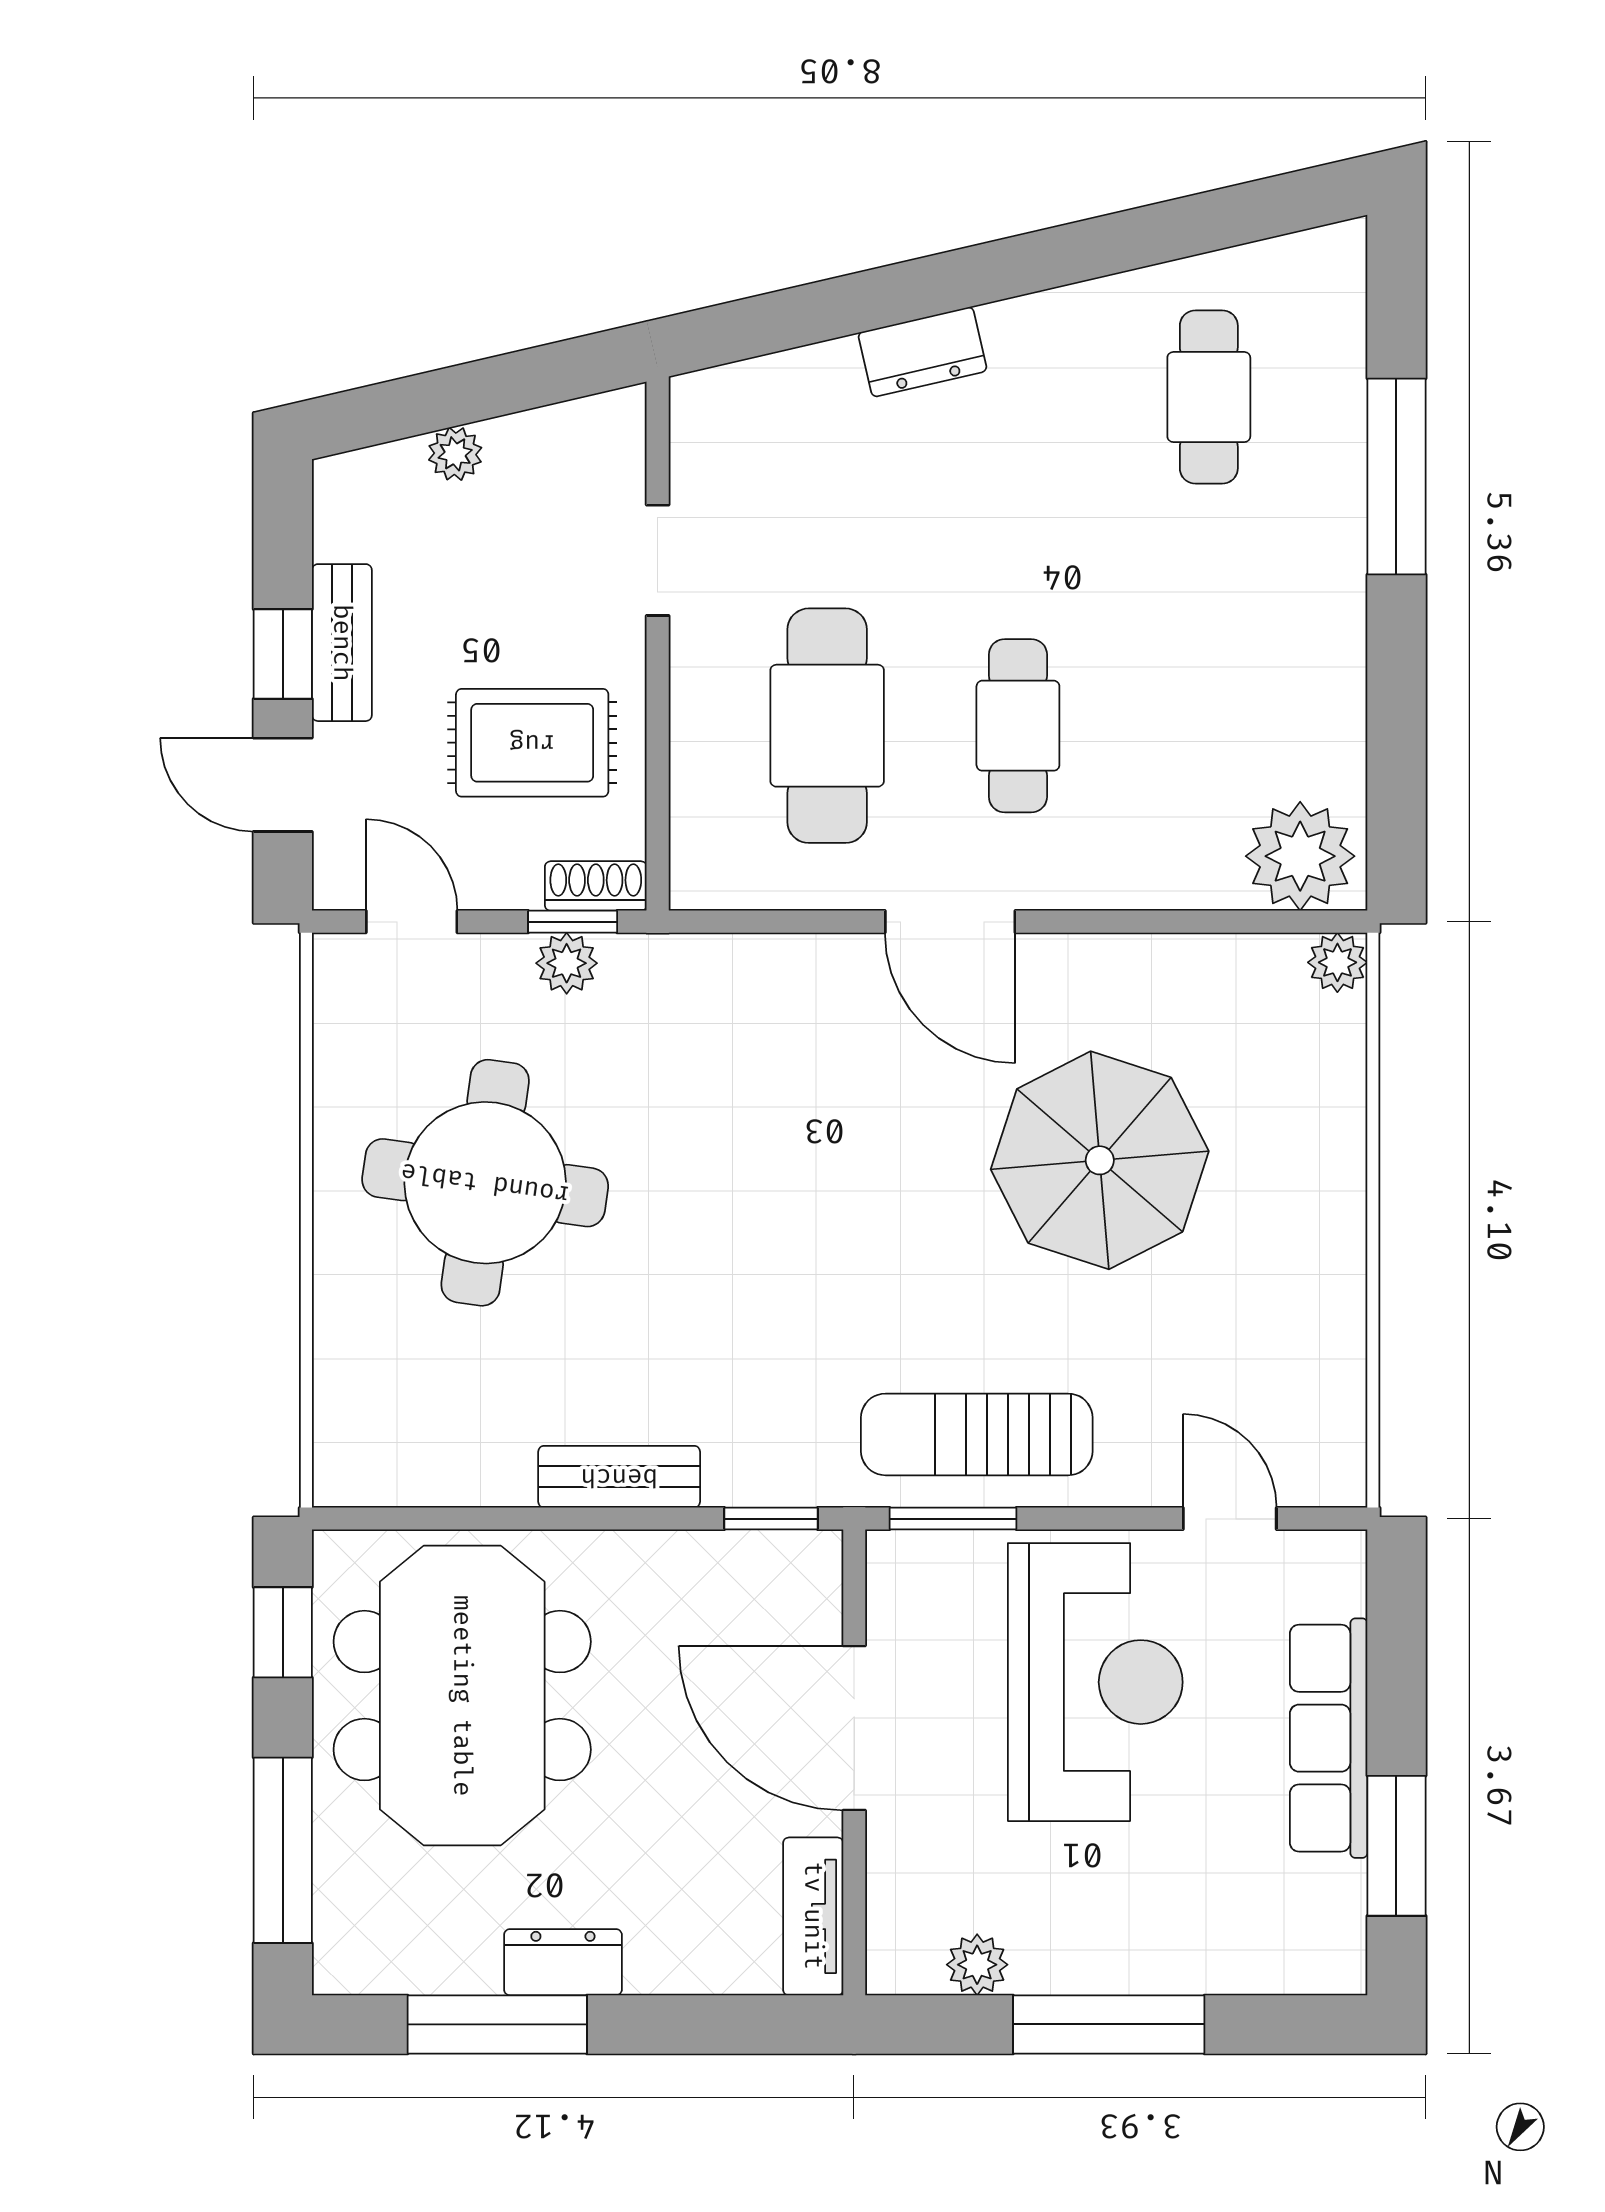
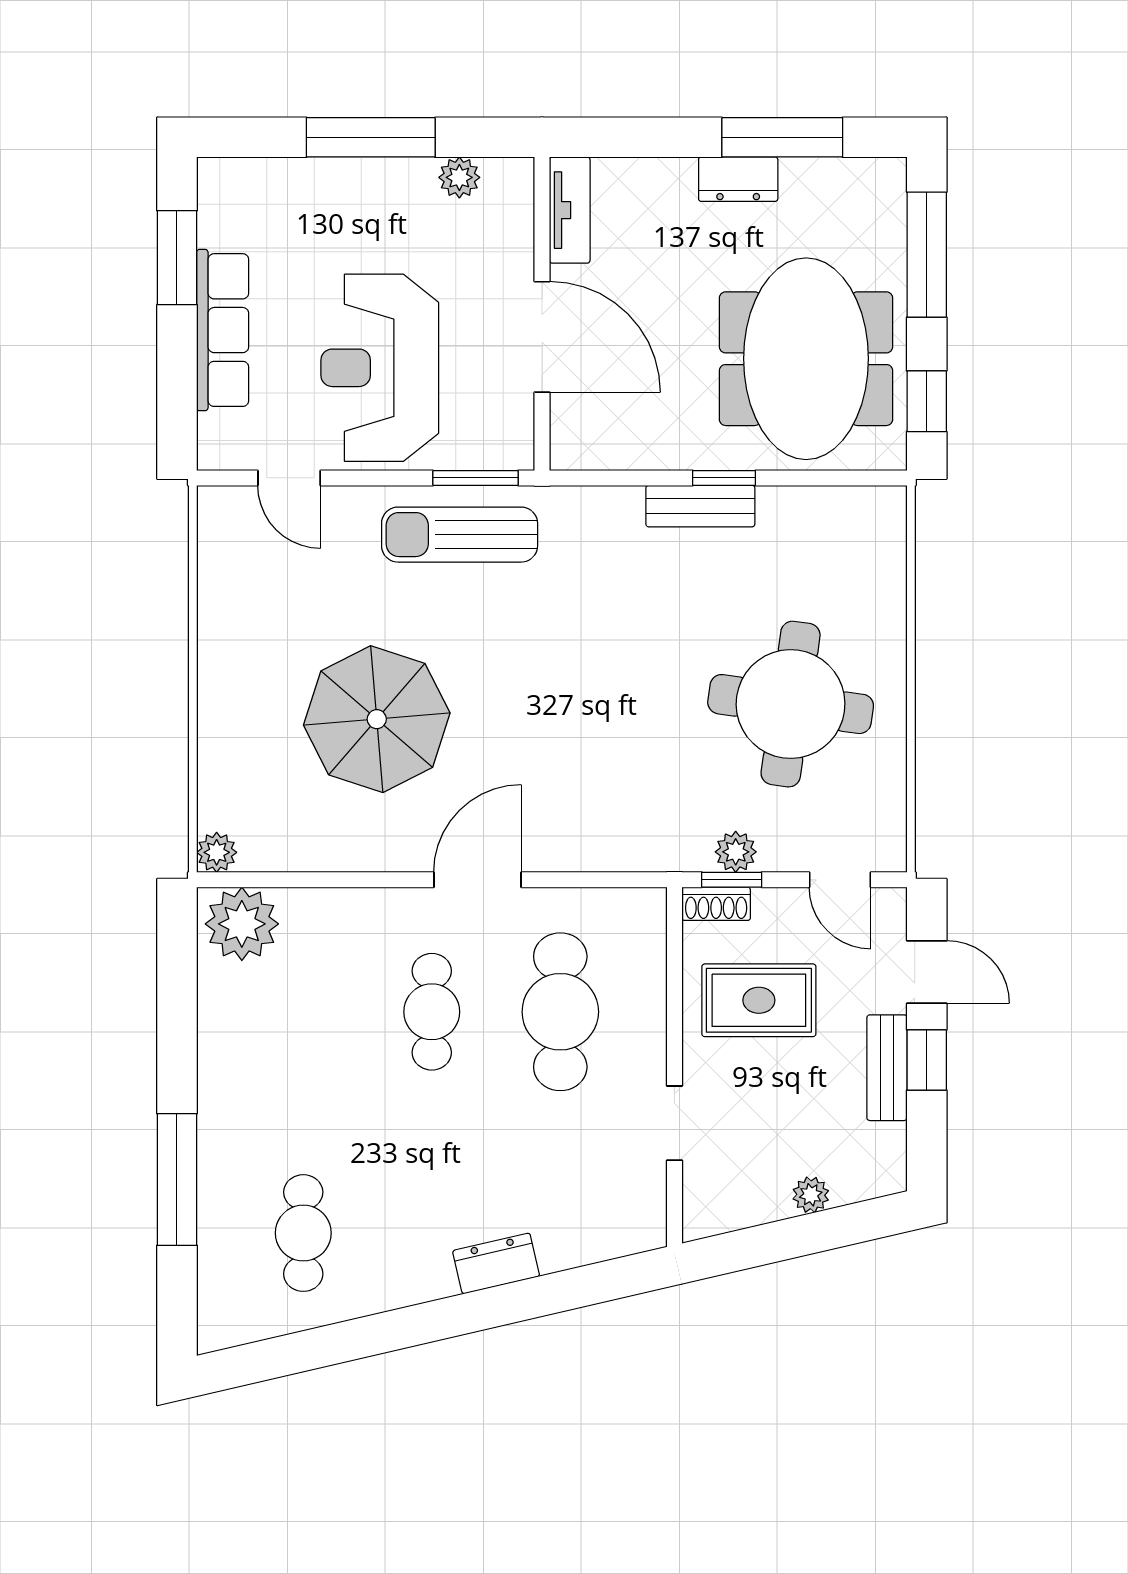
door: (950, 922) -> (477, 880), hinge flipped
sun lounger: (977, 1434) -> (460, 535), turned 180
window: (771, 1519) -> (724, 478), moved

